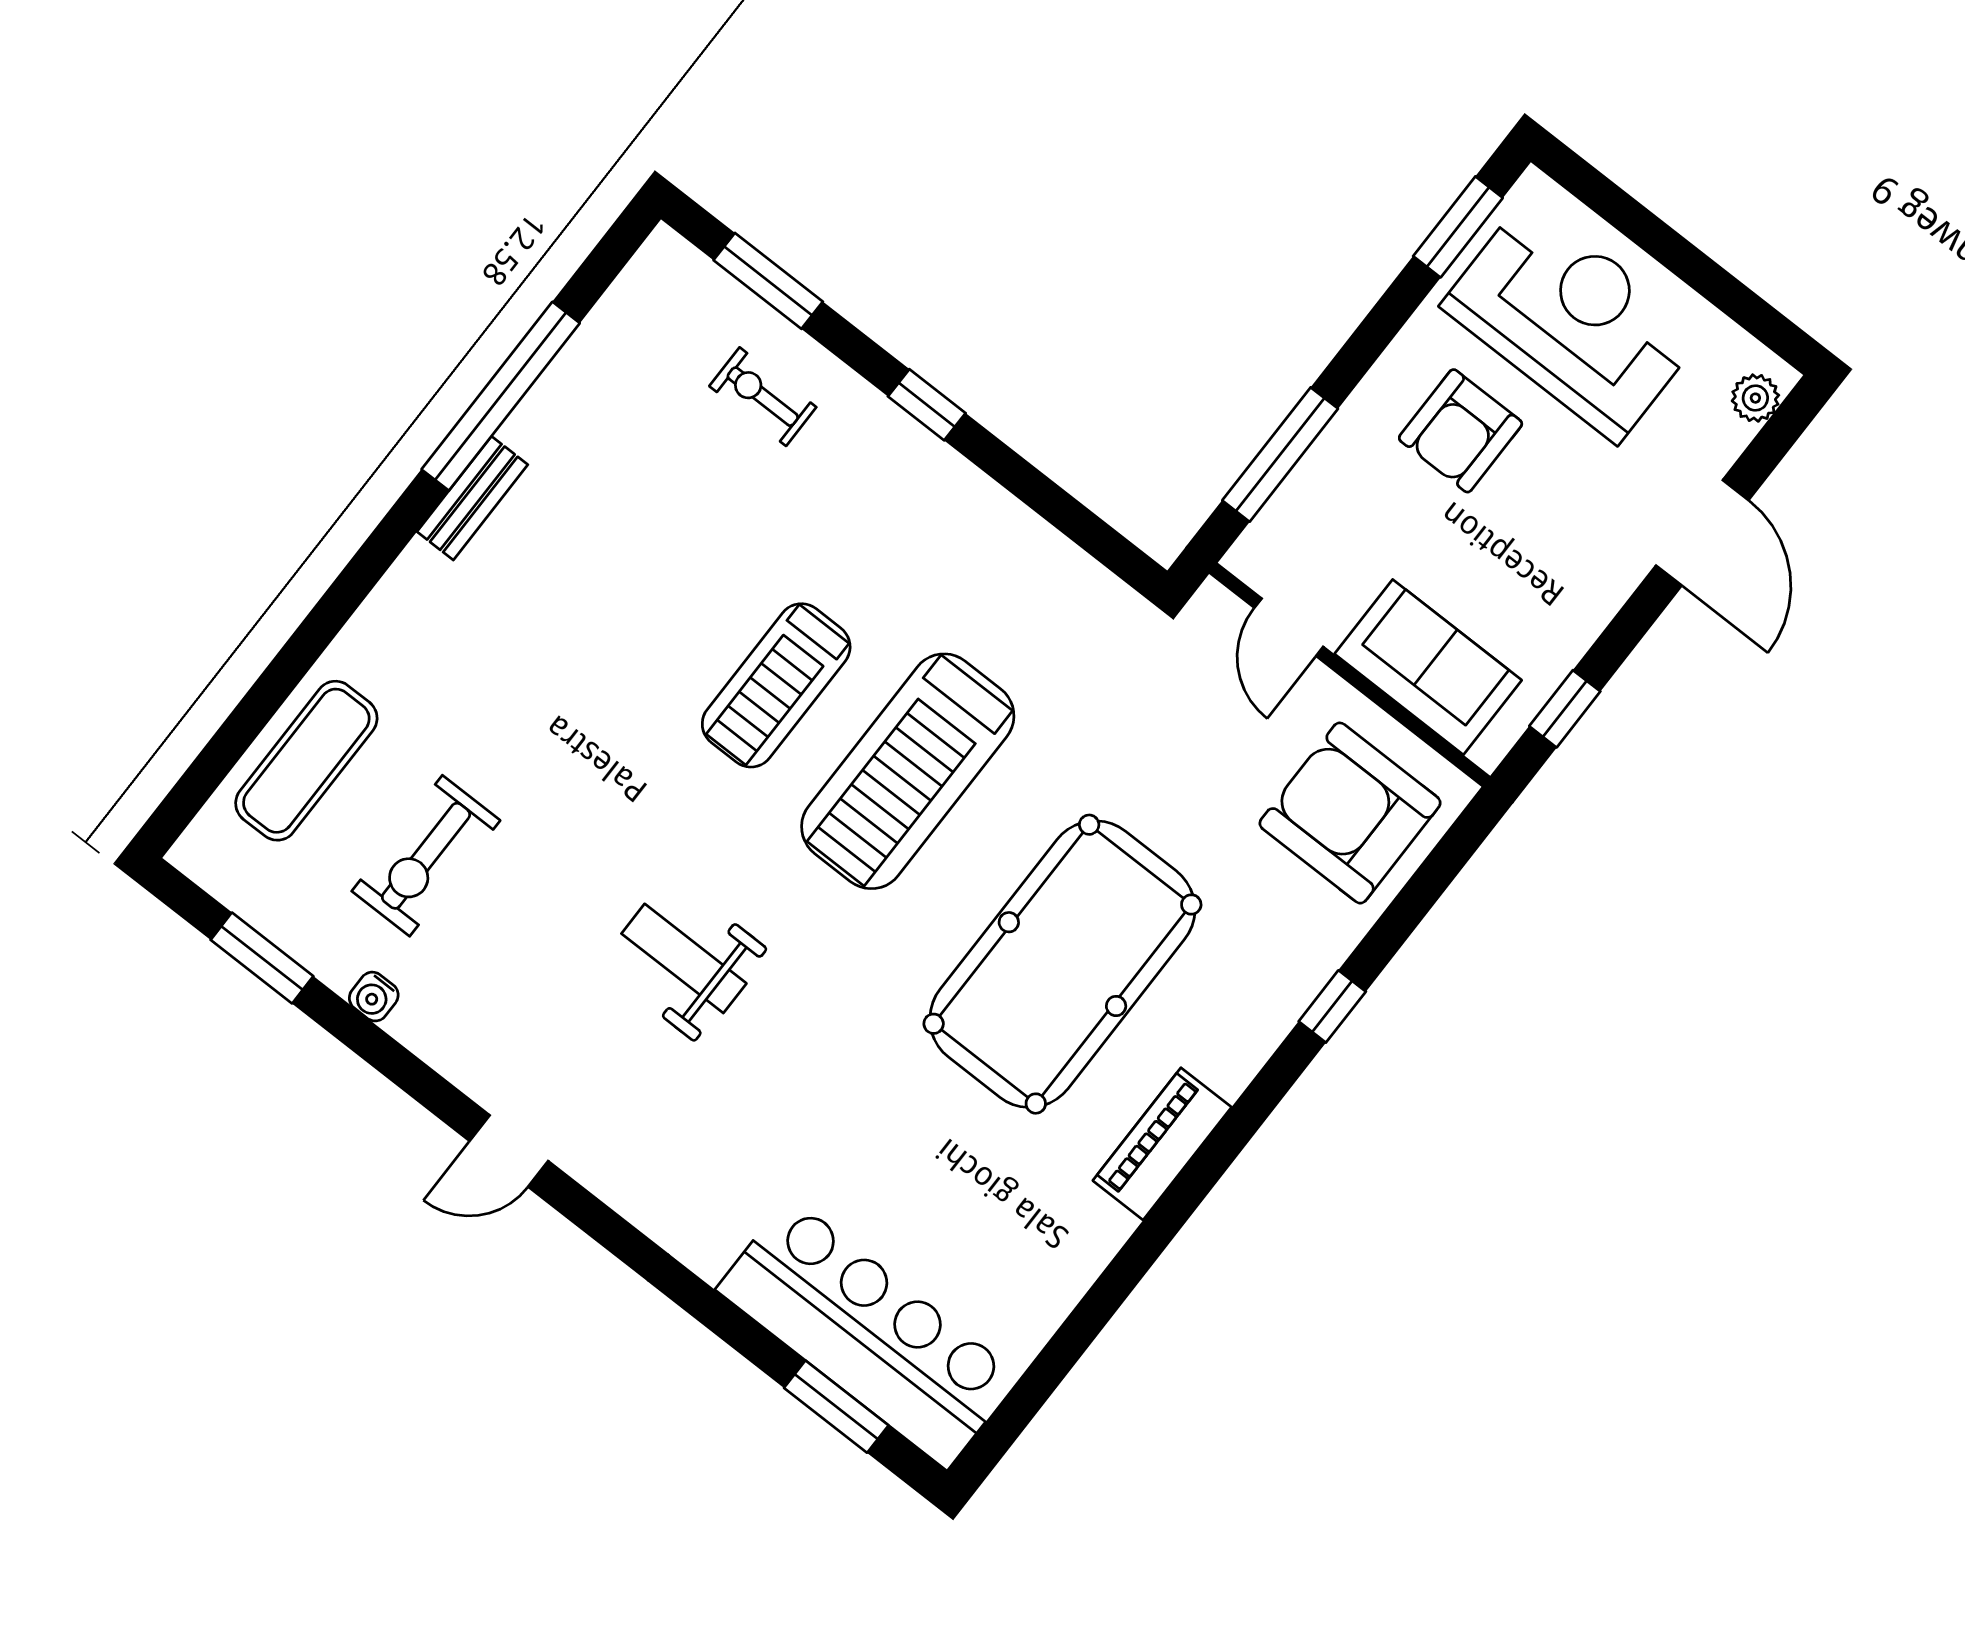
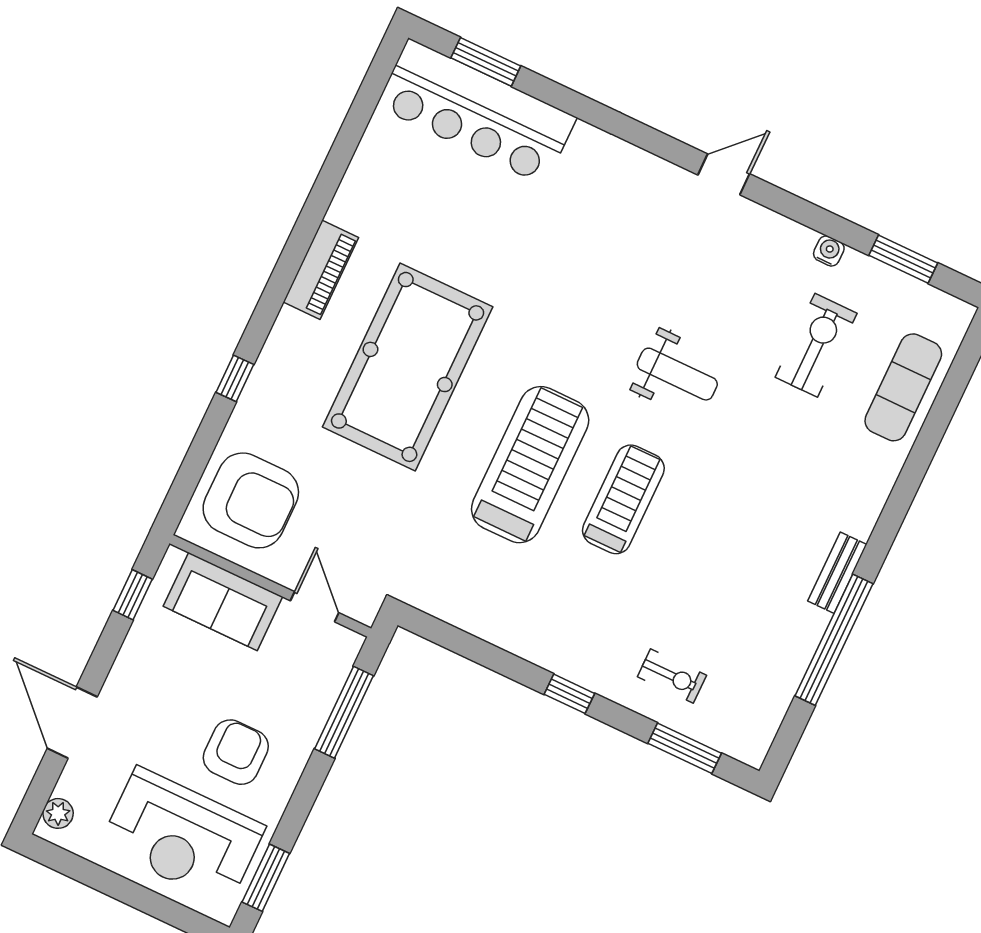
weight bench: (684, 958) -> (677, 374), moved

